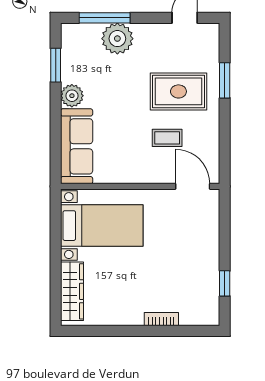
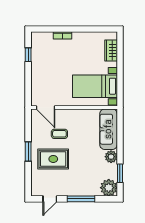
window: (105, 18) -> (81, 199), moved
plant: (117, 39) -> (109, 188), moved
window: (225, 80) -> (28, 152), moved
wardrobe: (72, 291) -> (111, 50), width x0.67

